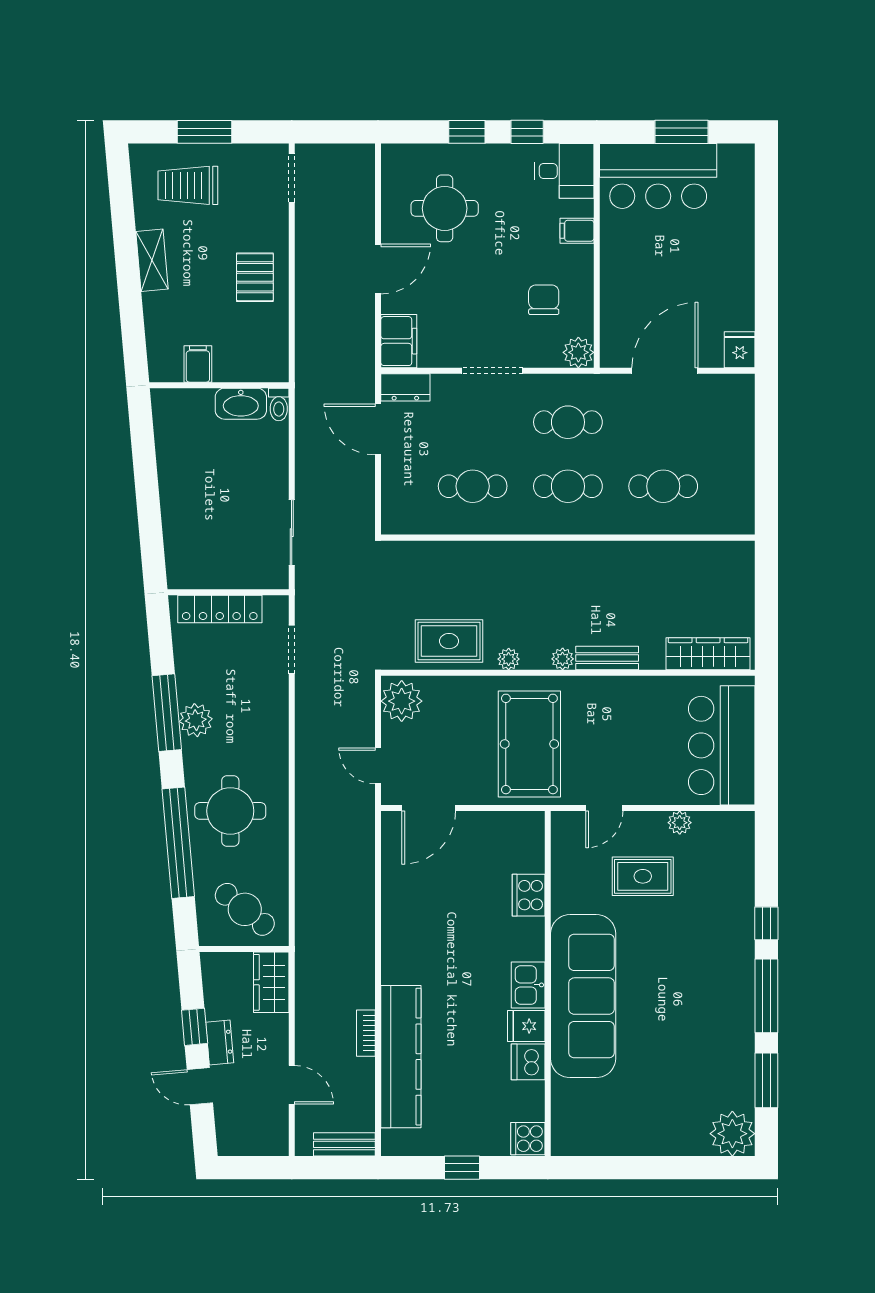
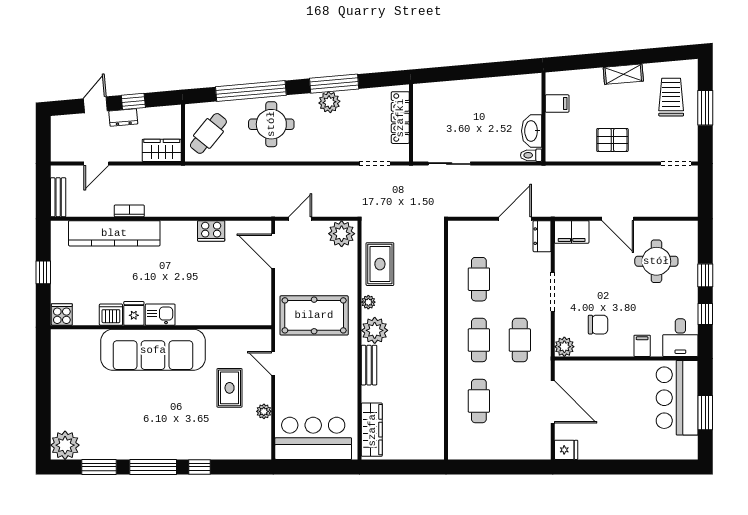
plant: (563, 659) -> (375, 330), width x1.87, depth x1.87
cooker: (529, 895) -> (211, 231), moved, turned 180

